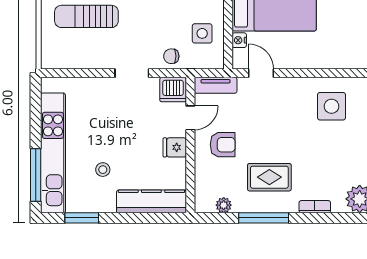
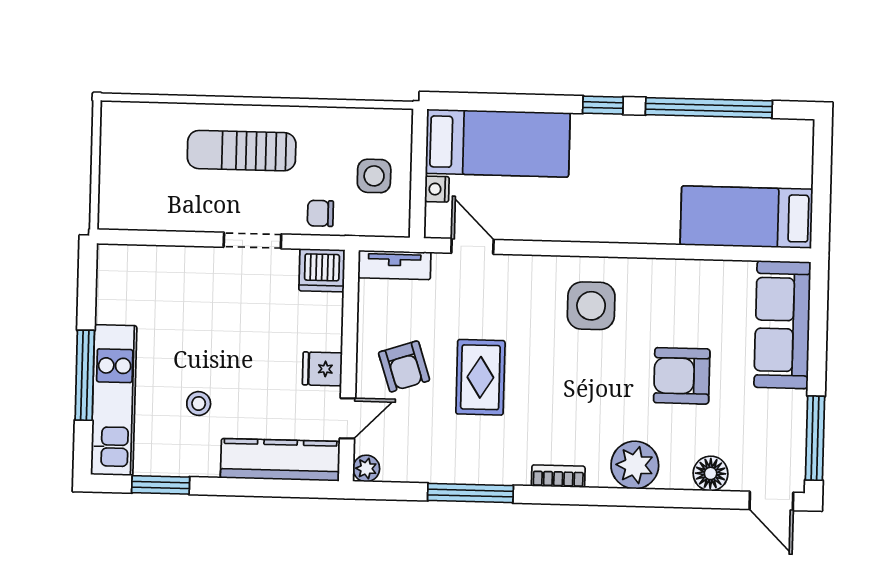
sun lounger: (86, 16) -> (242, 151), moved
door: (190, 118) -> (347, 418), moved
armchair: (223, 145) -> (404, 366), turned 72
kitchen unit: (53, 153) -> (114, 400), width x0.73
window: (36, 175) -> (85, 375), moved
rug: (269, 177) -> (480, 377), moved, turned 90
plant: (224, 205) -> (366, 468), moved

